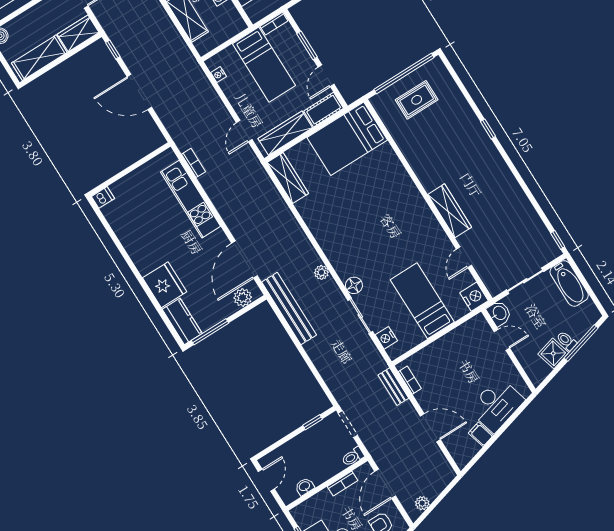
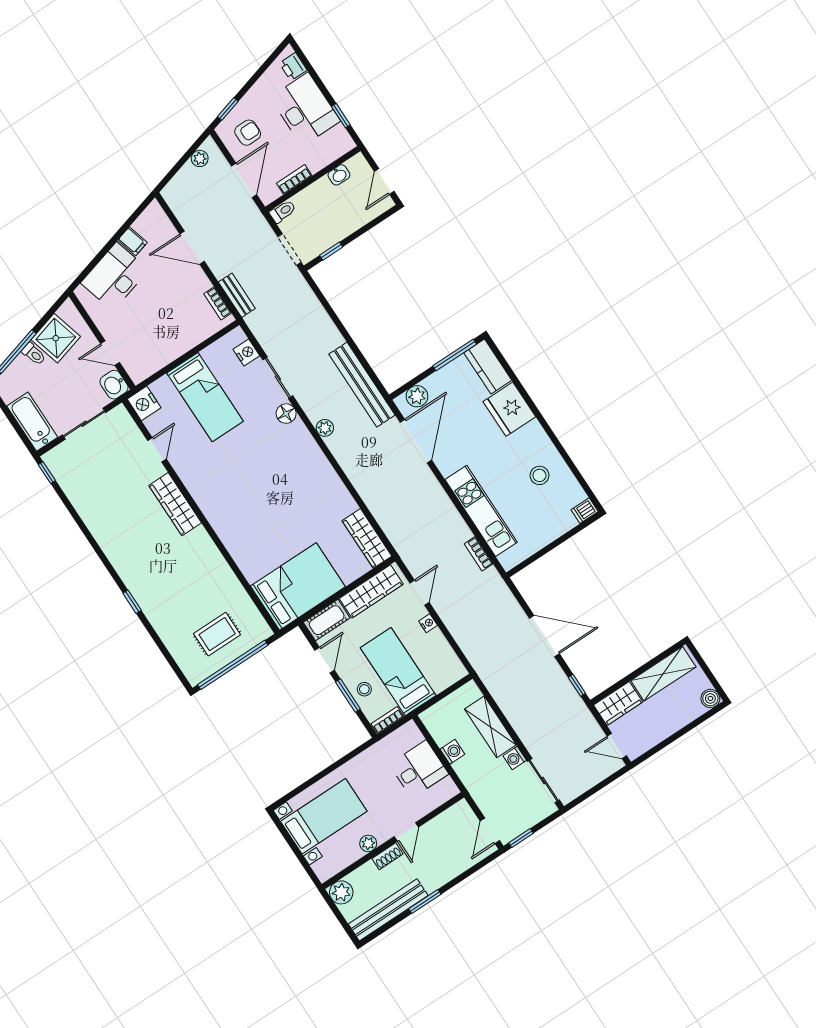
stool: (293, 50) -> (364, 689), added
nightstand: (219, 75) -> (428, 623), moved
stool: (140, 228) -> (539, 475), added
shower: (553, 353) -> (56, 338), width x1.36, depth x1.36

